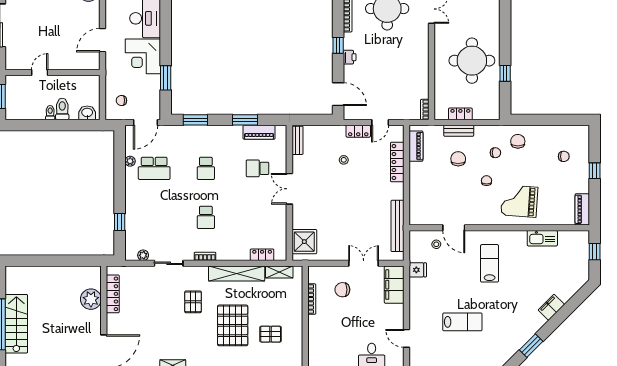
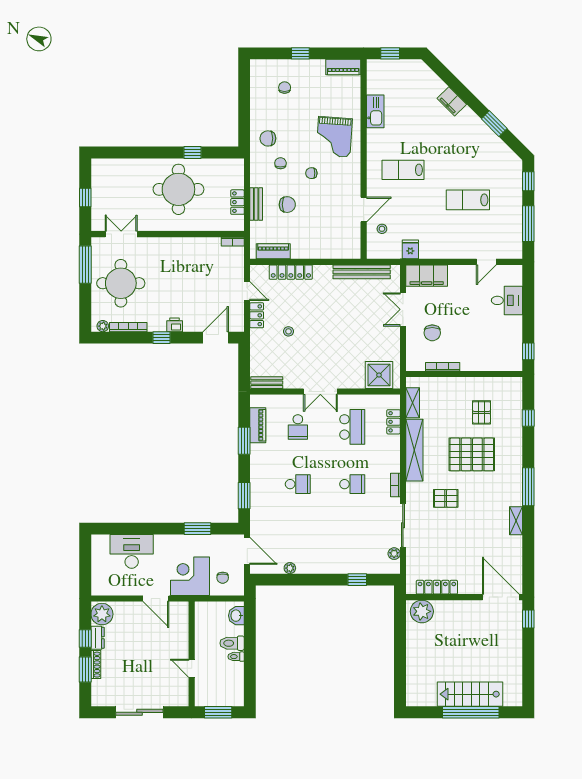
corner desk: (143, 56) -> (190, 576), moved, turned 180
chair: (458, 159) -> (287, 205), turned 180
school desk: (154, 168) -> (352, 427), moved
sliding door: (169, 263) -> (403, 525), width x1.37
plant: (91, 299) -> (422, 611), moved
lab bench: (462, 322) -> (468, 200), turned -90

